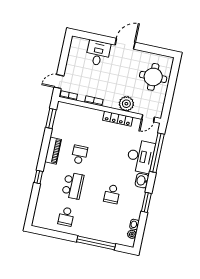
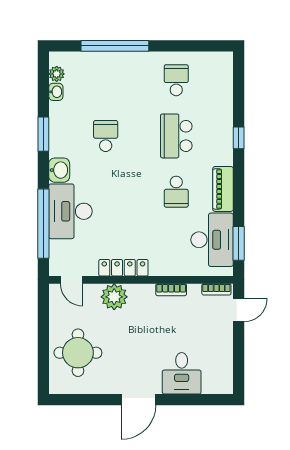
door: (148, 118) -> (71, 280), swing flipped
desk: (65, 124) -> (212, 240), added

